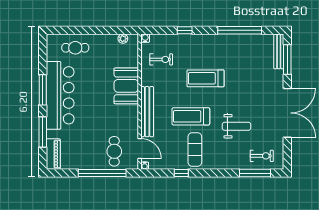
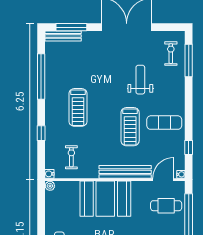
plant: (123, 39) -> (50, 186), moved
treadmill: (205, 78) -> (78, 107), moved
booth: (126, 86) -> (105, 199), width x1.36, depth x1.42
window: (181, 173) -> (189, 147), moved

